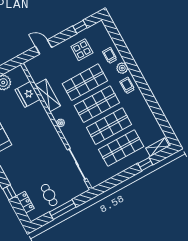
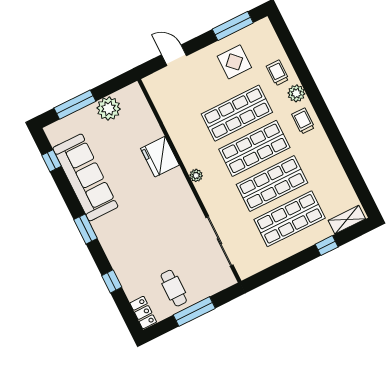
window: (80, 27) -> (233, 26), width x2.17
fridge: (28, 94) -> (160, 157), moved
shelving: (48, 95) -> (178, 132), removed
locker: (25, 202) -> (143, 313), moved

